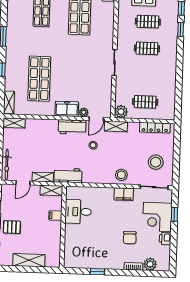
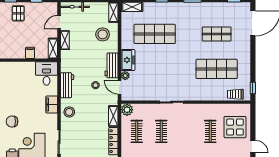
clothes rail: (147, 48) -> (161, 131), moved
shelving: (116, 126) -> (113, 116), moved
stool: (156, 162) -> (103, 34), moved
workbench: (68, 175) -> (67, 85), moved
door: (23, 183) -> (59, 22), hinge flipped
filing cabinet: (124, 194) -> (52, 104), moved
desk: (78, 212) -> (47, 73), moved

